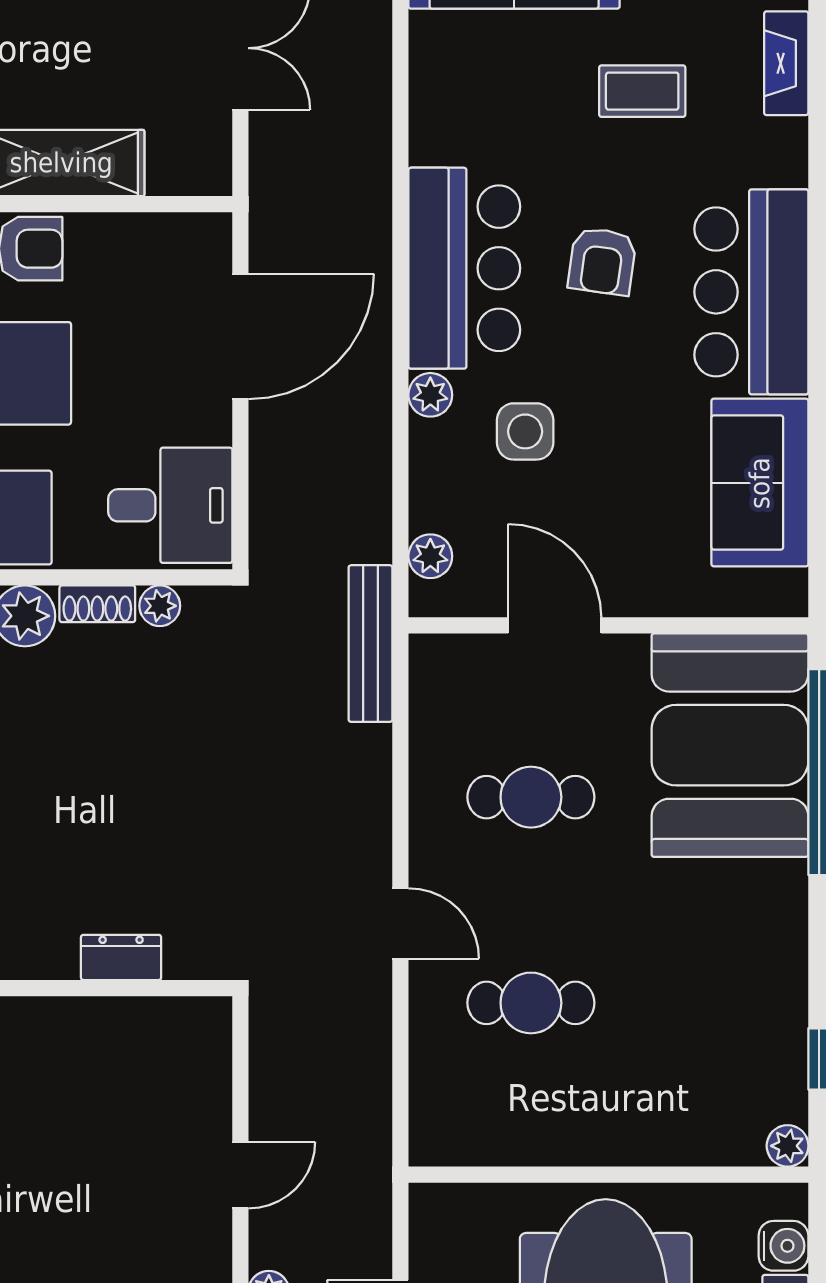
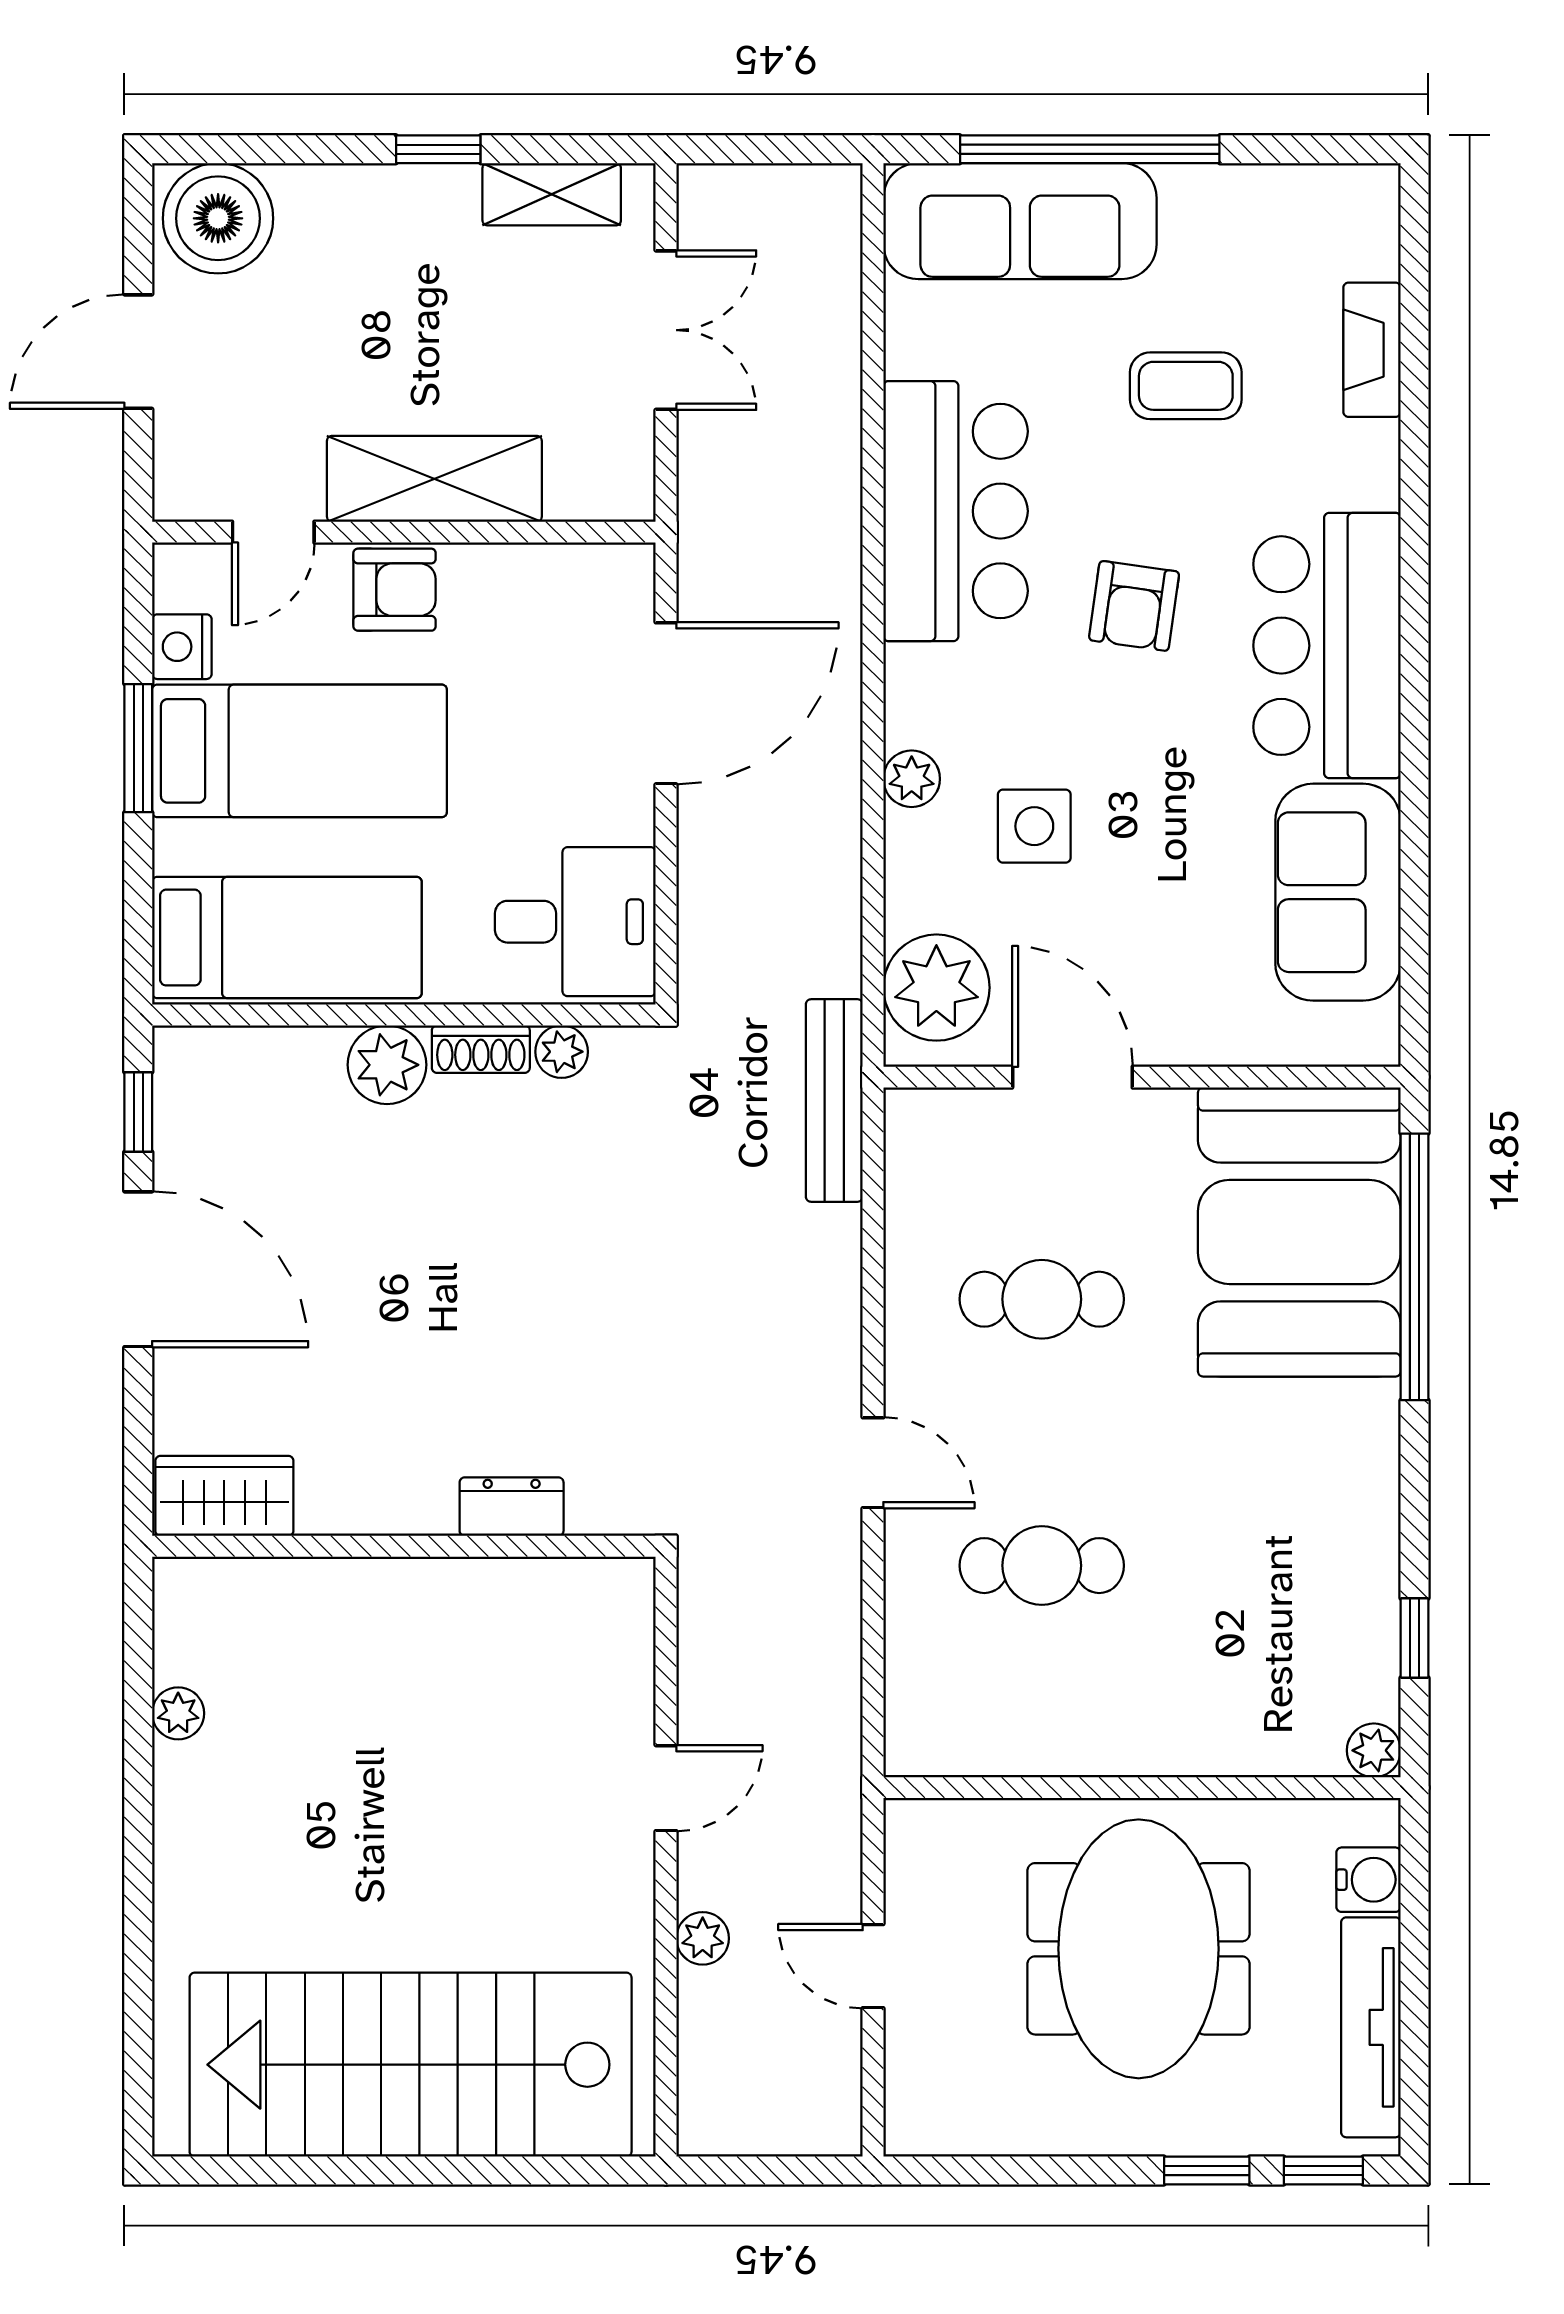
bar counter: (464, 268) -> (956, 511), moved
plant: (430, 556) -> (936, 988), width x1.88, depth x1.88

